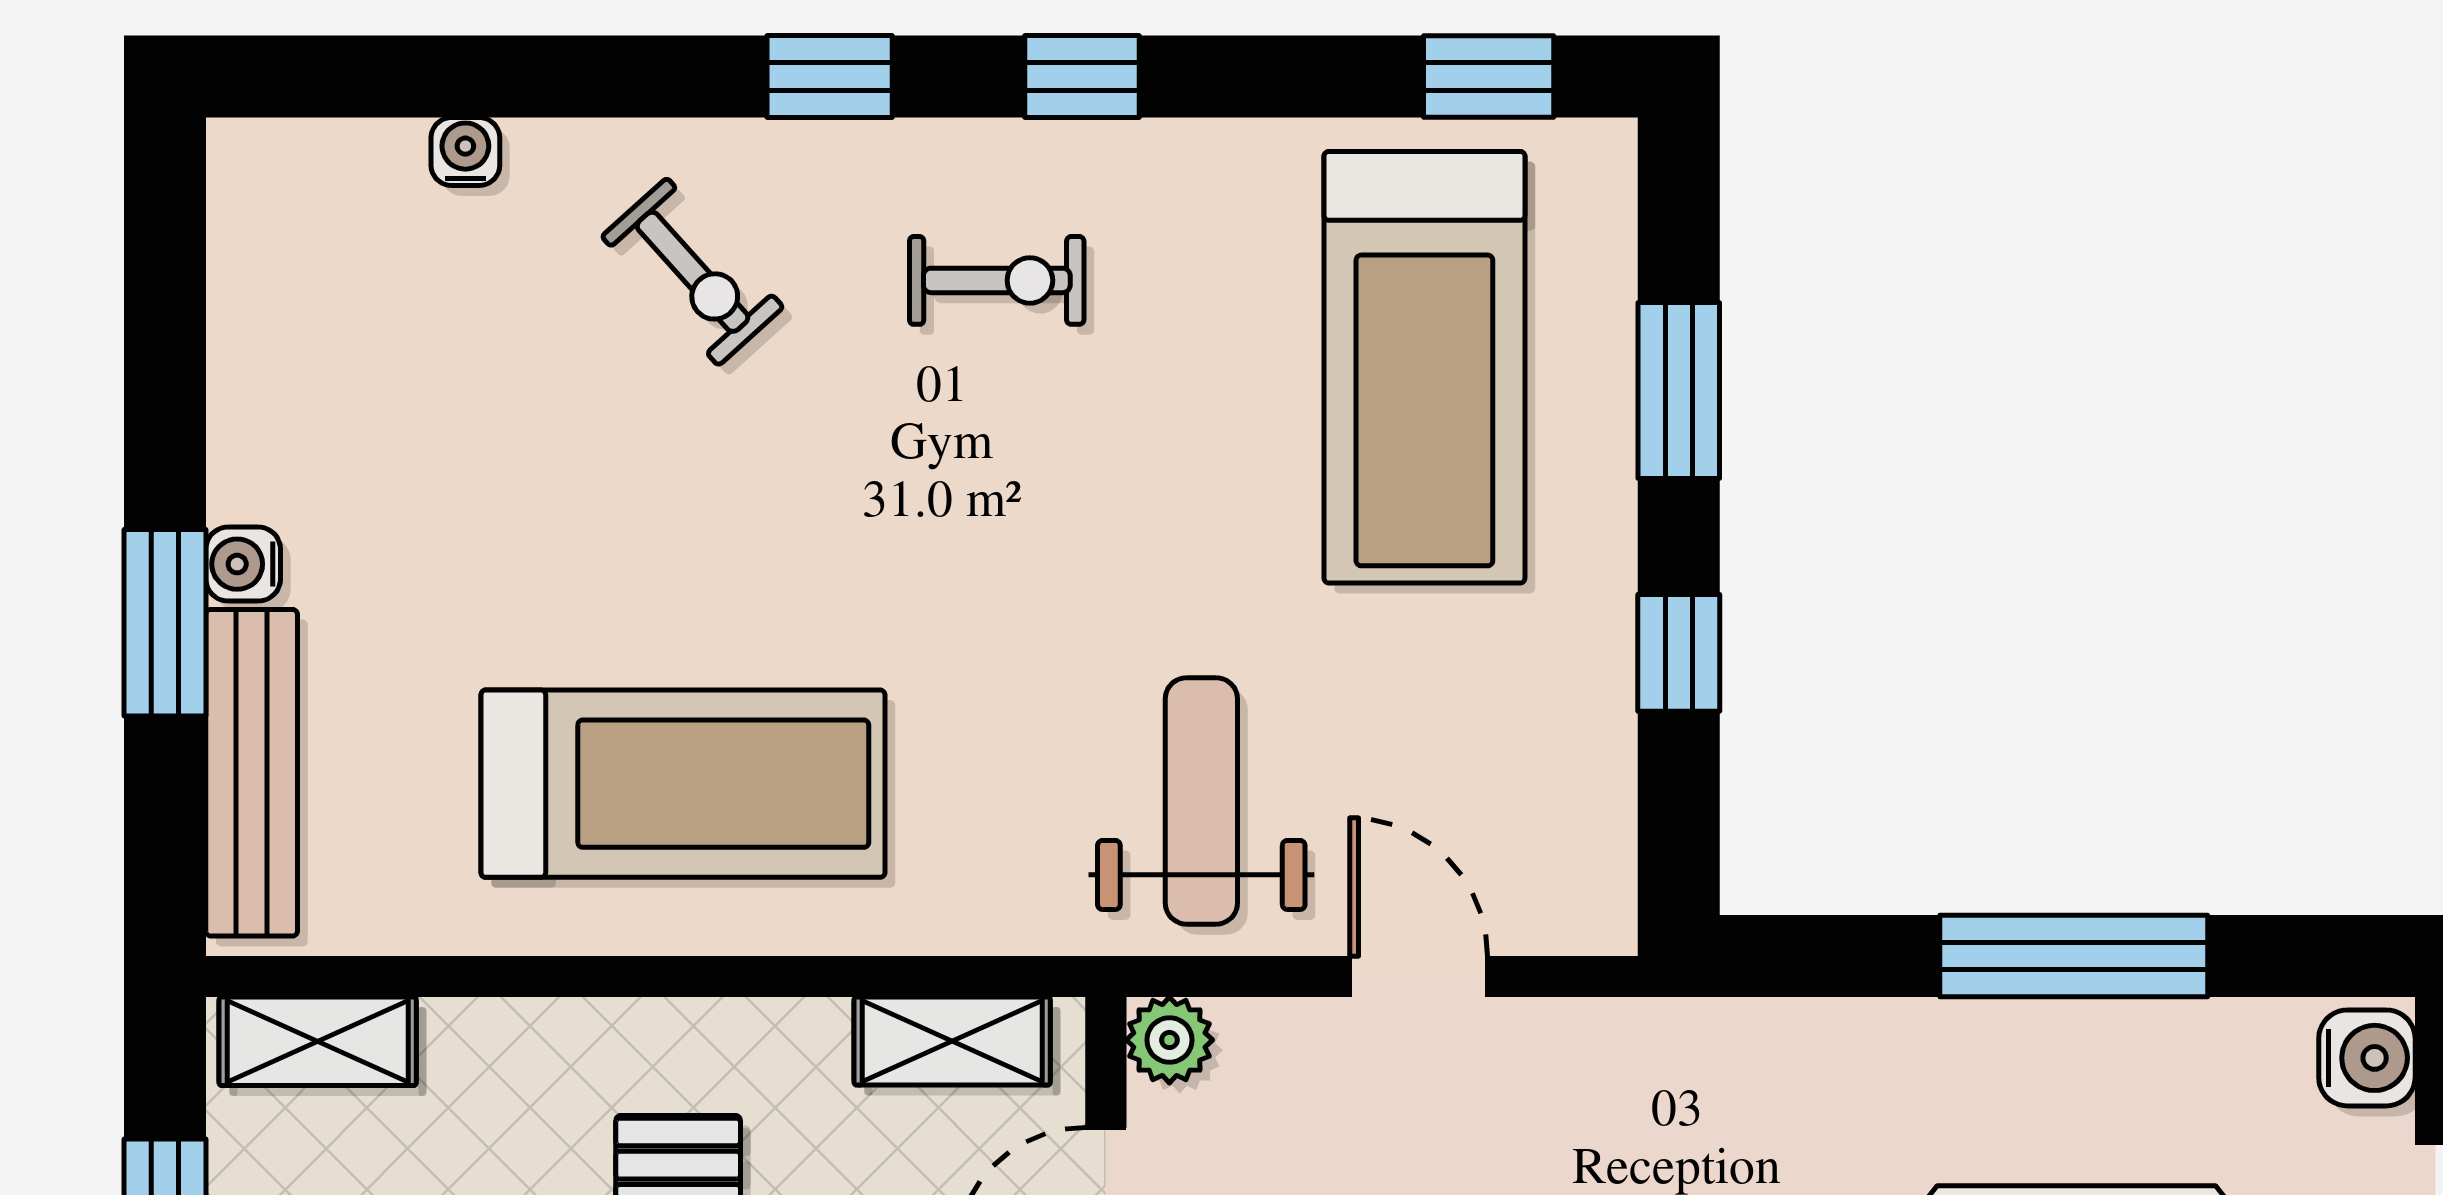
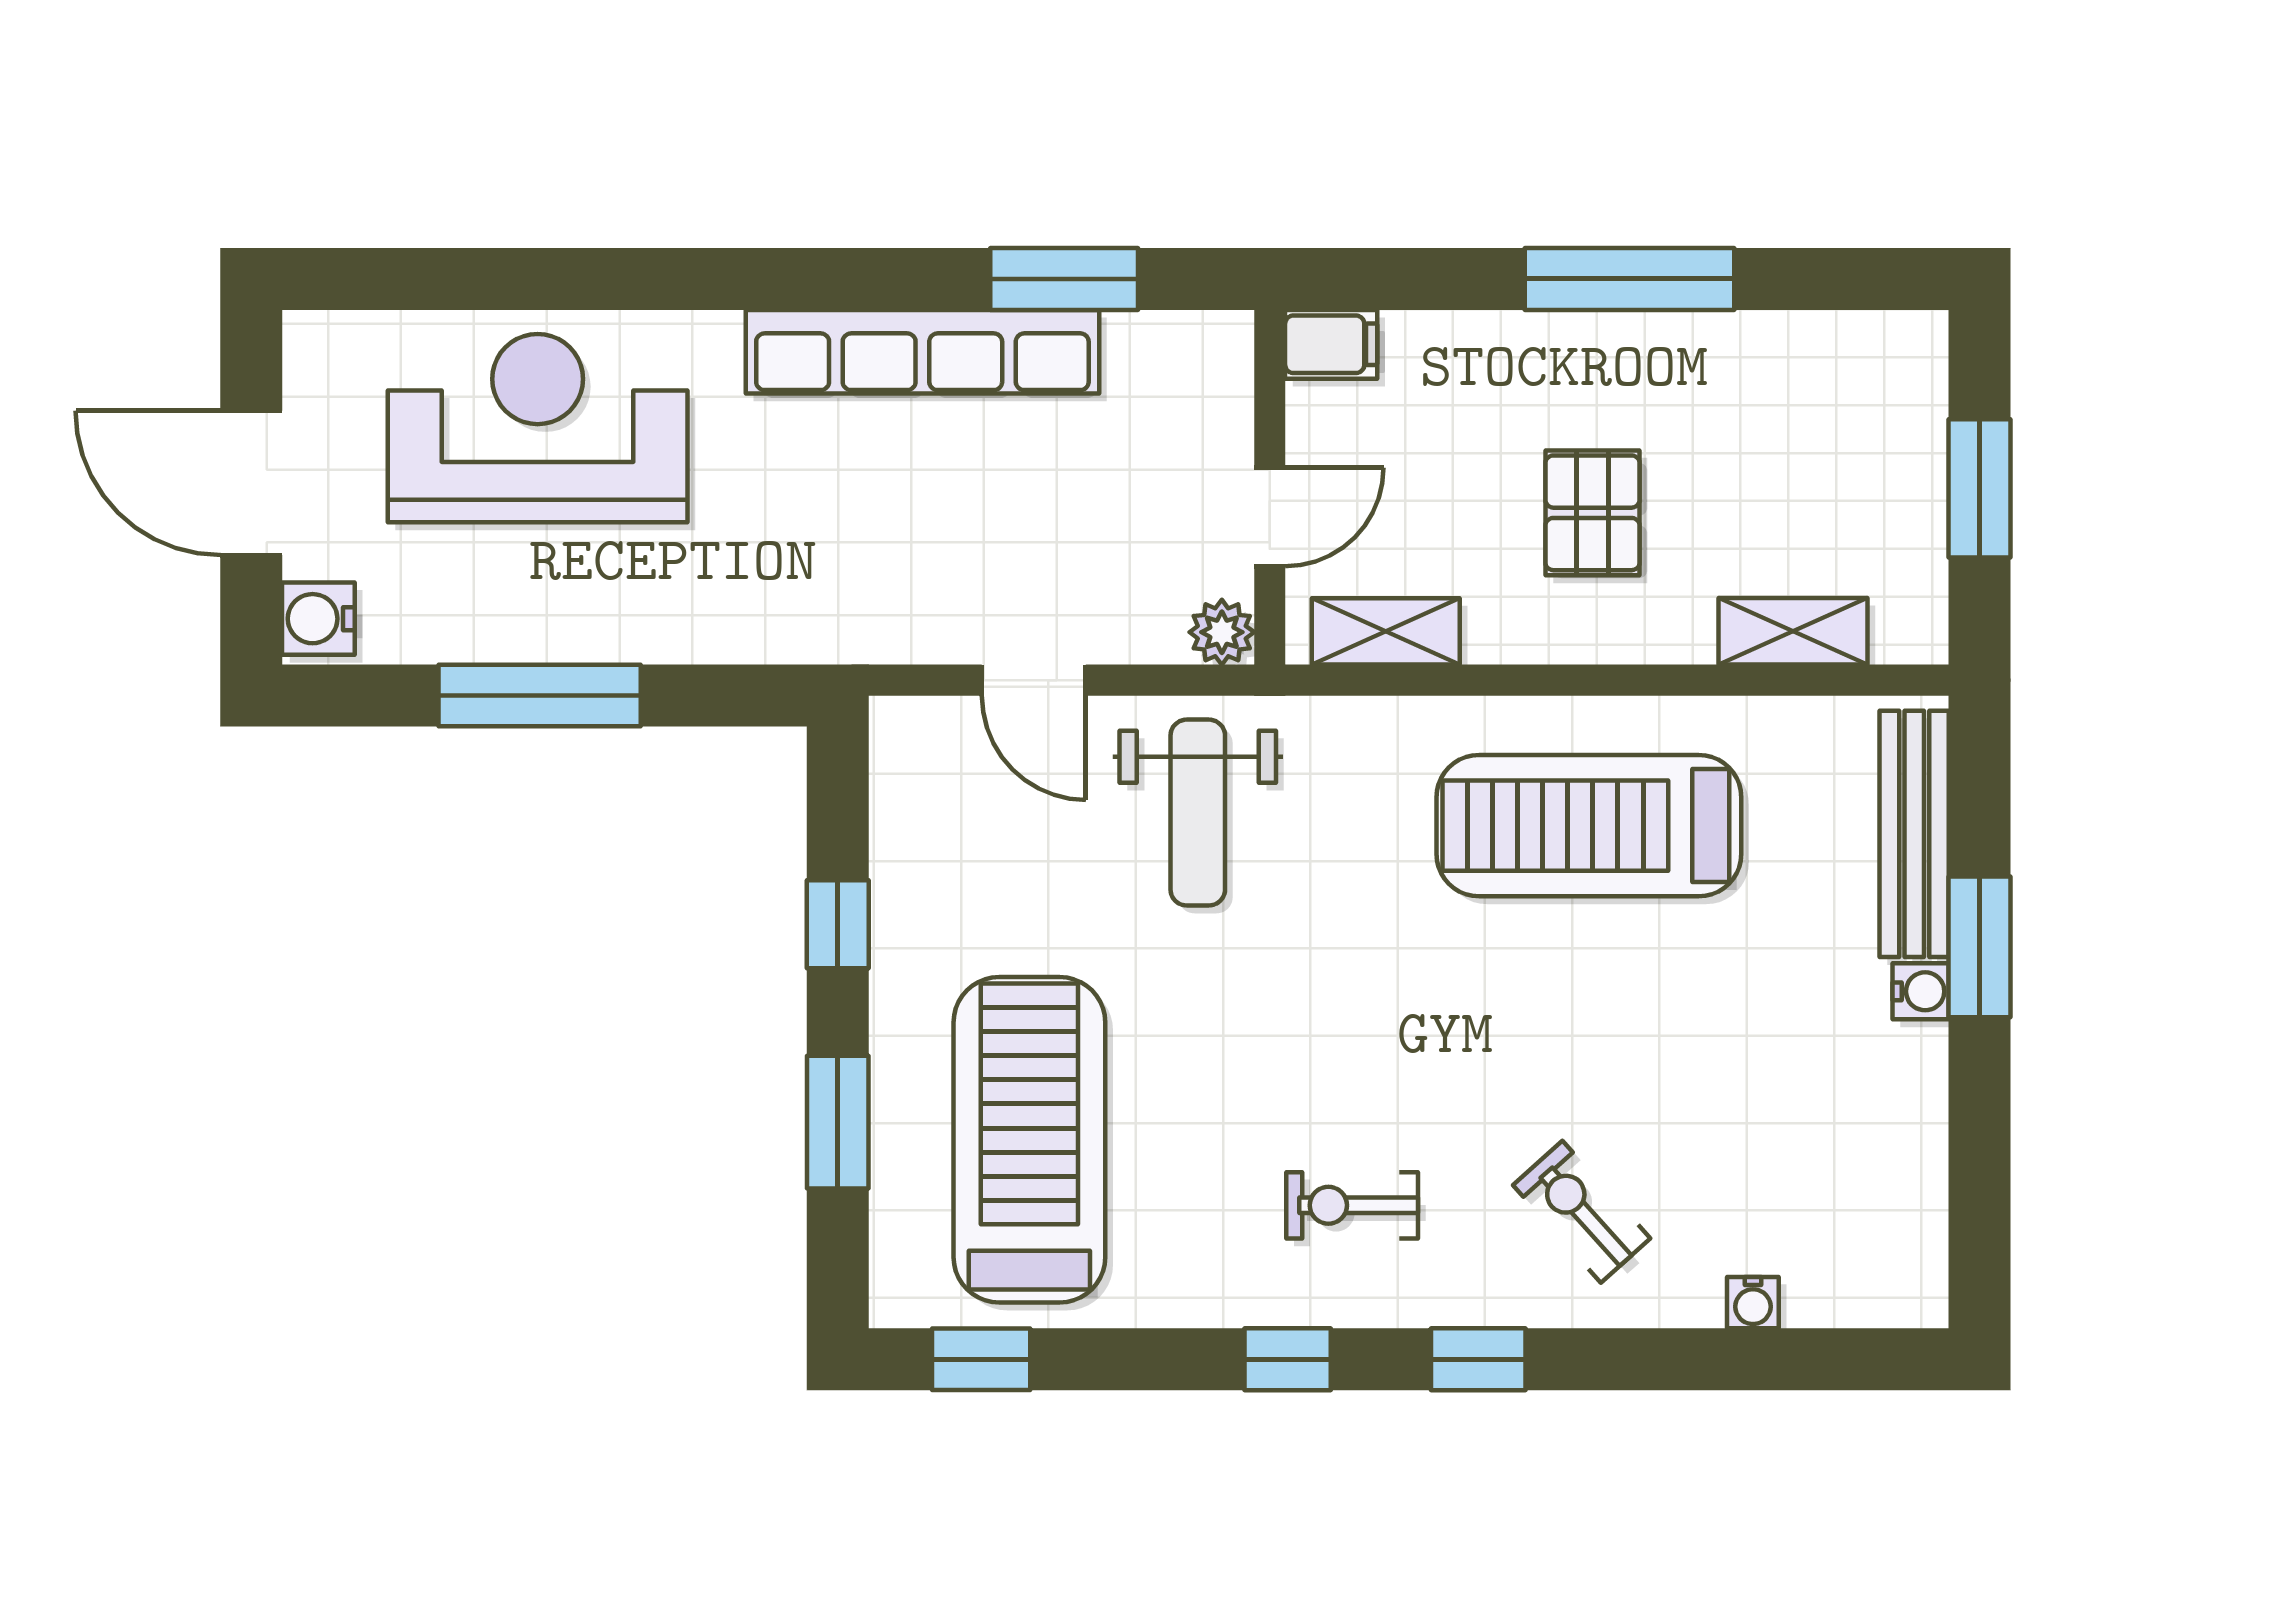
shelving: (318, 1041) -> (1793, 631), moved

